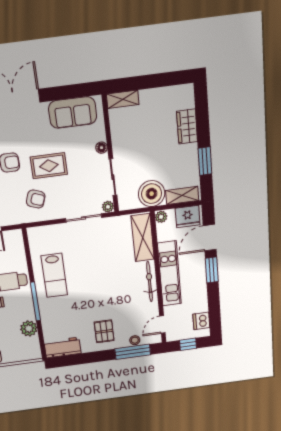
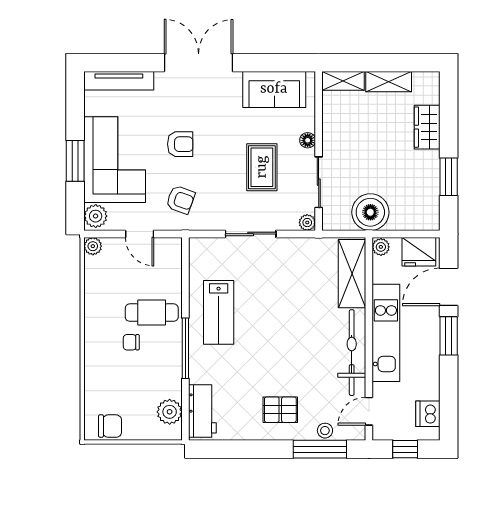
rug: (49, 166) -> (262, 167), moved, turned 90
shelving: (182, 195) -> (389, 82), moved
armchair: (36, 199) -> (180, 200), moved
sliding door: (84, 218) -> (251, 234), moved
bicycle: (150, 282) -> (352, 353), width x1.37, depth x1.40
plant: (29, 329) -> (170, 412), moved
pallet: (104, 331) -> (280, 410), turned 90
workbench: (63, 348) -> (202, 411), moved, turned 90

